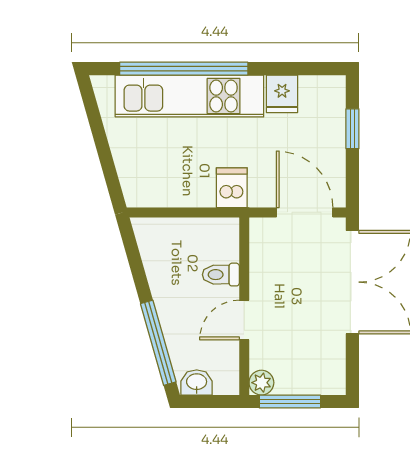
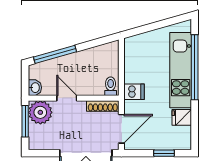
shoe rack: (260, 249) -> (103, 106), added
toilet: (221, 275) -> (111, 86), moved
washbasin: (197, 382) -> (35, 88), moved
plant: (261, 383) -> (40, 112), width x1.87, depth x1.87

